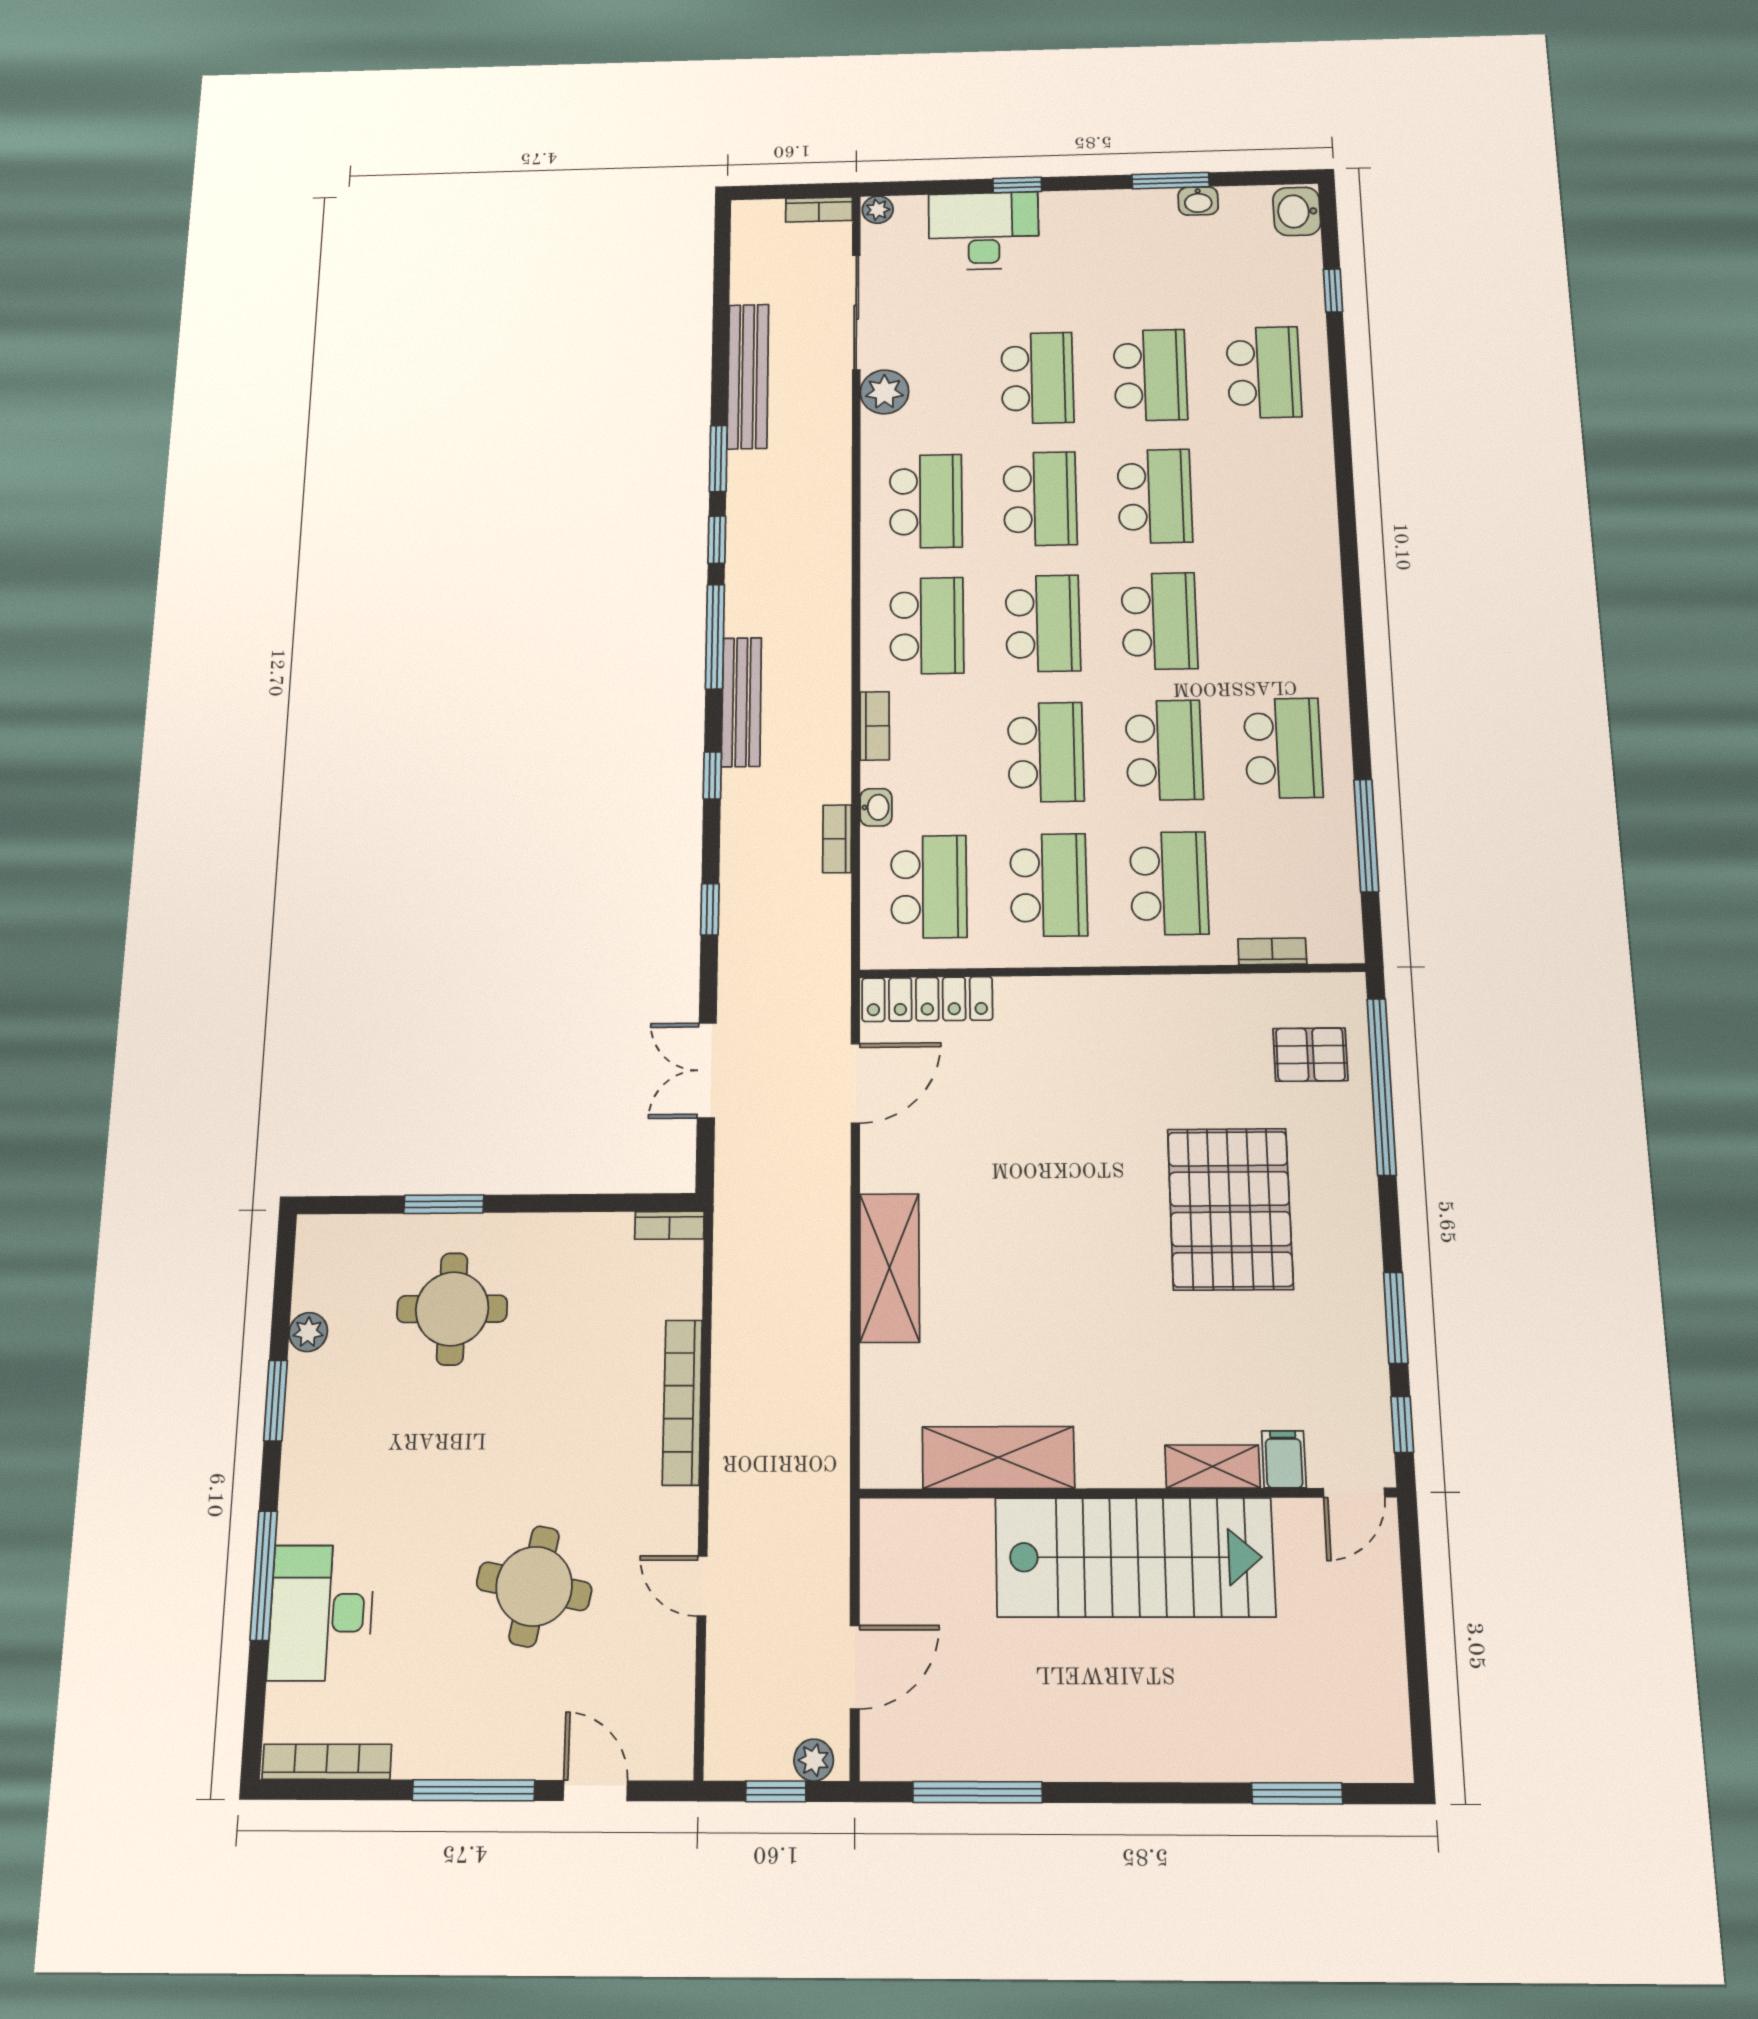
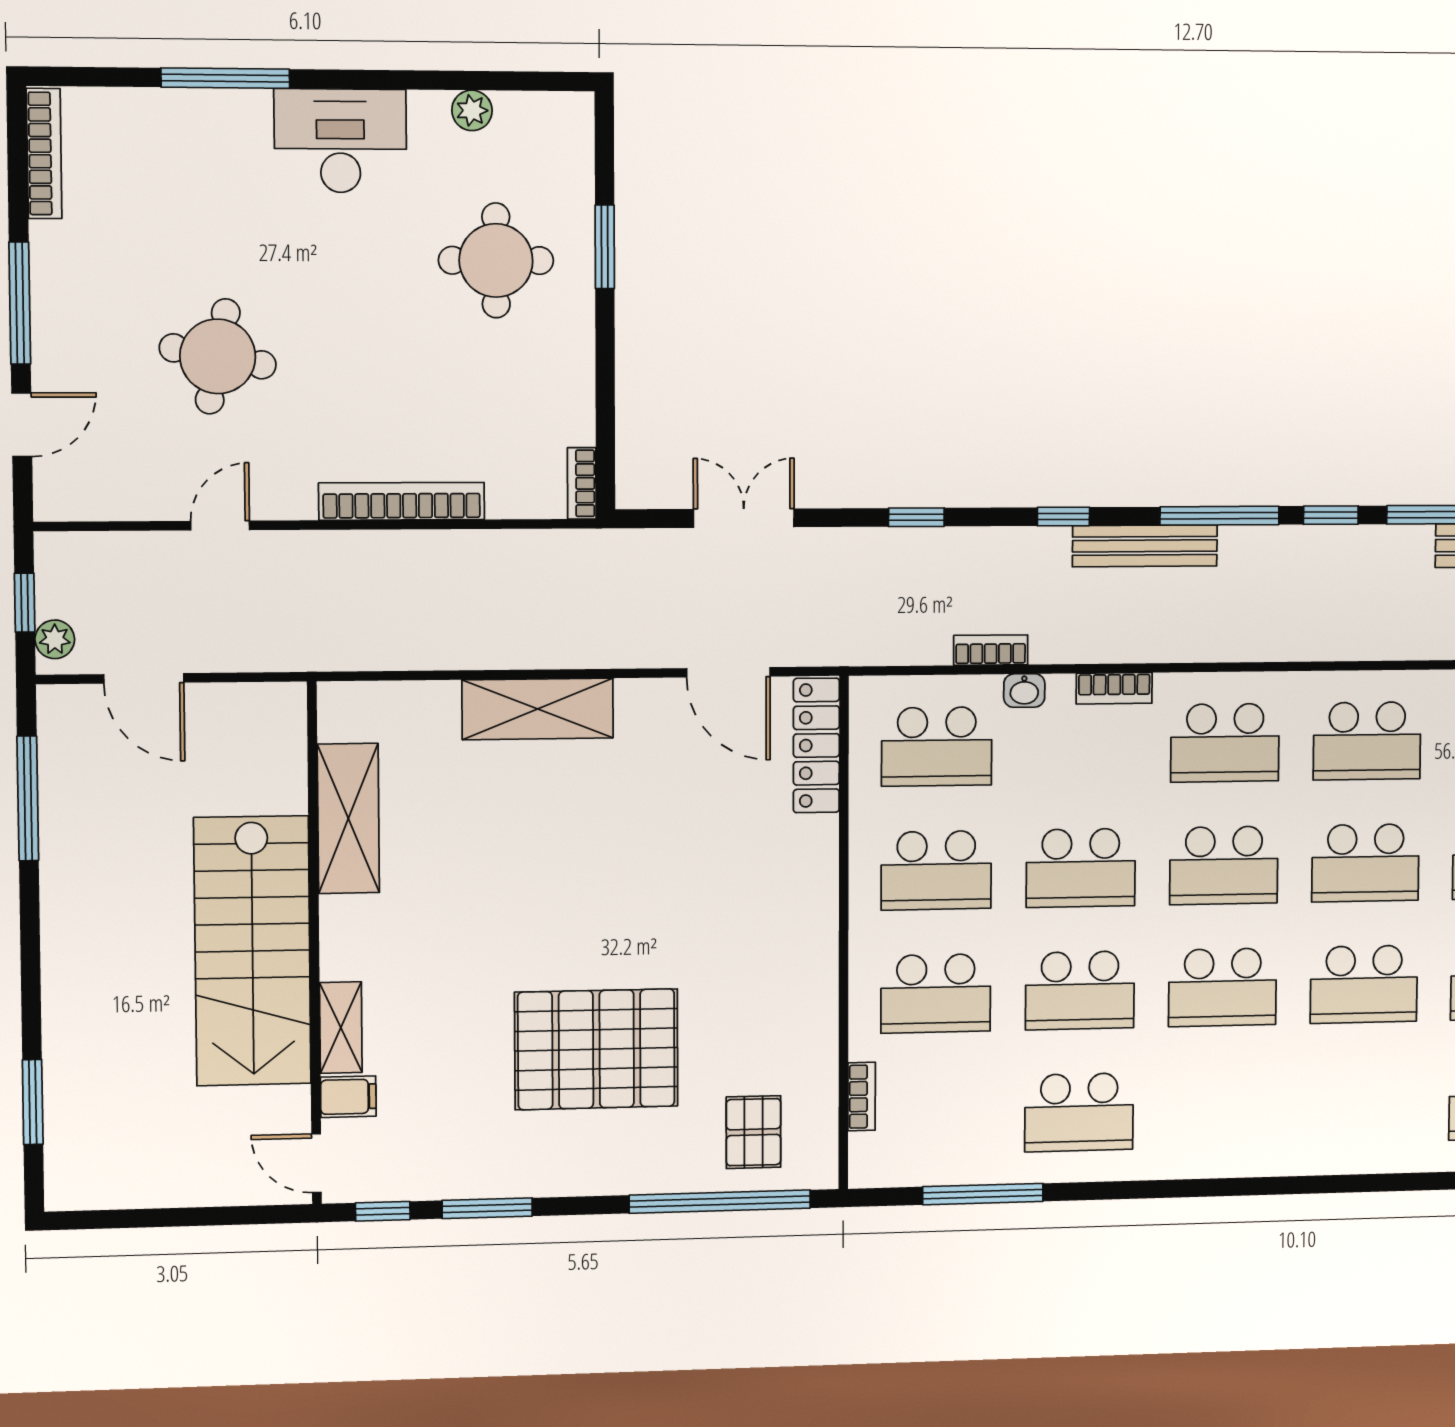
window: (275, 1401) -> (402, 80), removed
desk: (321, 1613) -> (340, 141), moved

